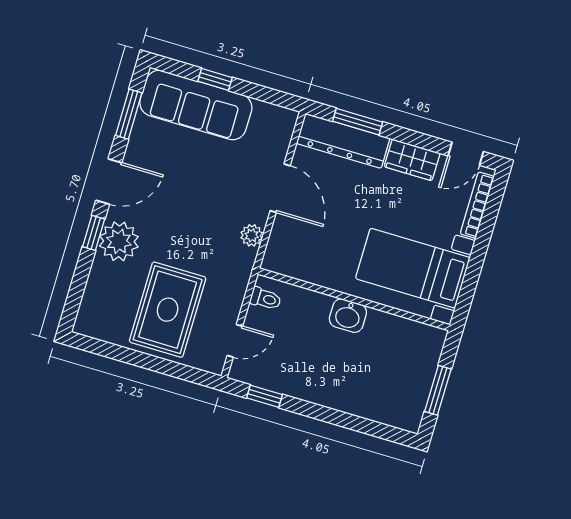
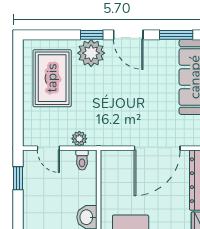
door: (280, 188) -> (157, 148), width x1.36
plant: (252, 235) -> (79, 139), moved
rug: (168, 310) -> (52, 78), moved, turned 90

